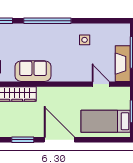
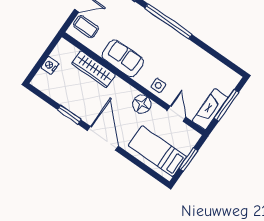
side table: (85, 40) -> (158, 86), moved
floor lamp: (70, 95) -> (142, 104), added

